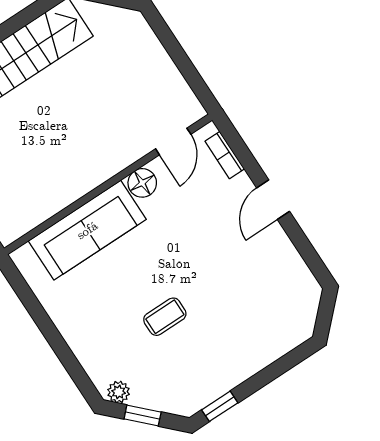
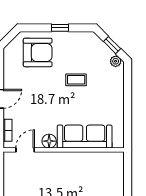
armchair: (260, 320) -> (38, 52), added
window: (220, 406) -> (60, 28), moved

